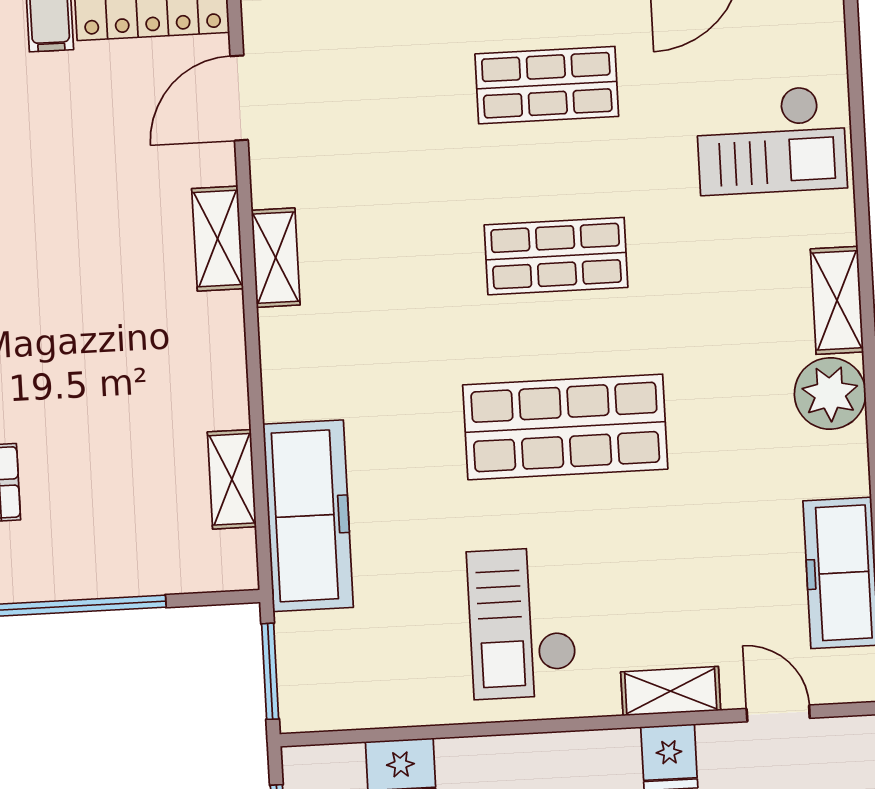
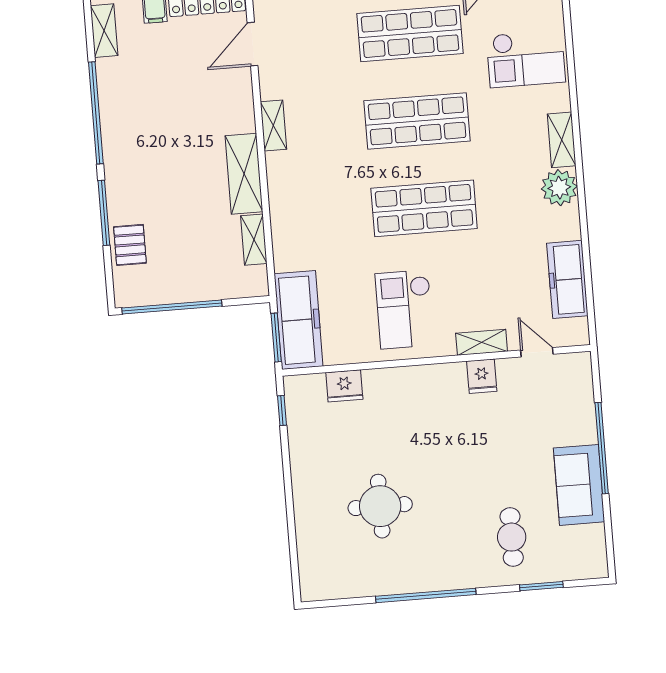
shop shelf: (547, 85) -> (410, 34), width x1.43, depth x1.36
shelving: (218, 239) -> (244, 174), moved, width x1.50, depth x1.33
shop shelf: (556, 256) -> (417, 121), width x1.43, depth x1.36
freezer: (308, 516) -> (299, 320), moved

